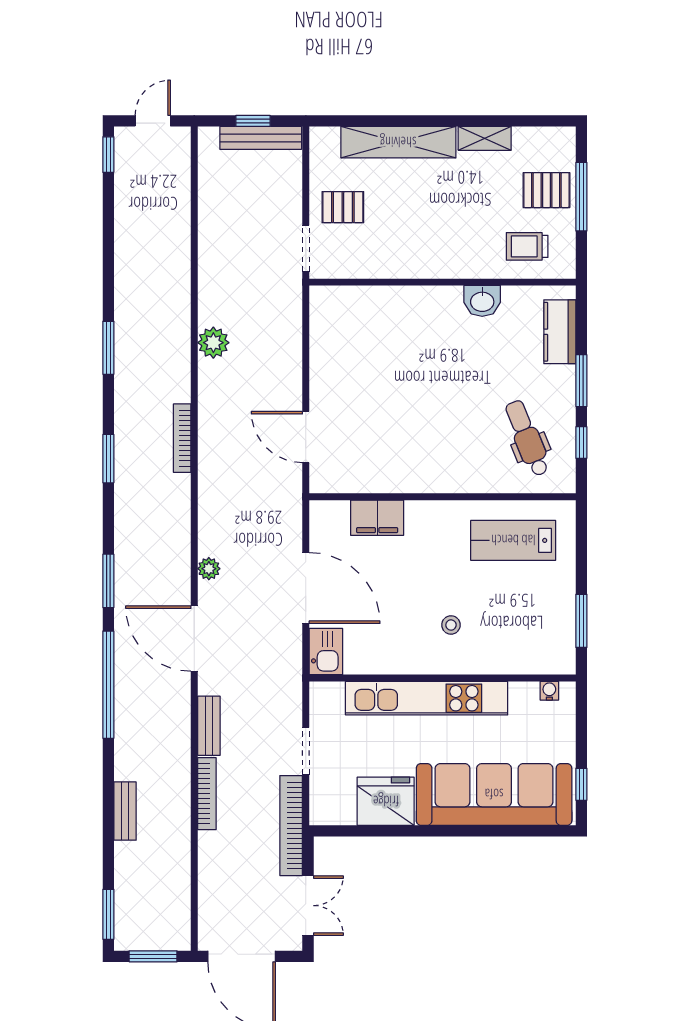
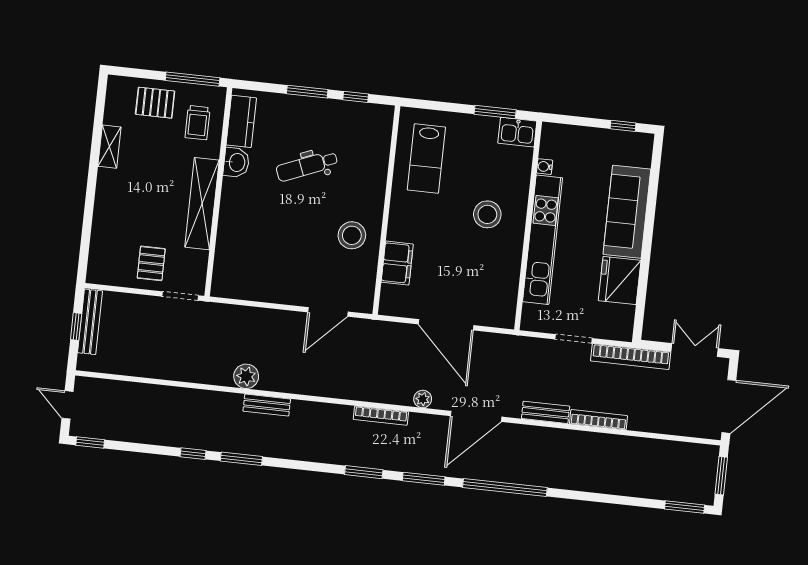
shelving: (398, 142) -> (202, 204), moved
pallet: (546, 190) -> (155, 103), turned 90
window: (581, 197) -> (193, 79), moved
window: (108, 286) -> (193, 454), added
kitchen counter: (560, 332) -> (241, 121), moved, turned -90
bookcase: (182, 438) -> (381, 416), moved
dental chair: (527, 438) -> (307, 166), moved
stool: (406, 457) -> (352, 235), added
window: (108, 459) -> (364, 472), moved
door: (306, 588) -> (446, 325), swing flipped
stool: (451, 625) -> (487, 214), width x1.89, depth x1.89
kitchen sink: (326, 652) -> (517, 132), moved, turned 180
water cooler: (549, 691) -> (545, 167), moved
sofa: (494, 794) -> (627, 212), width x0.74, depth x0.79
bench: (125, 811) -> (267, 405), moved

